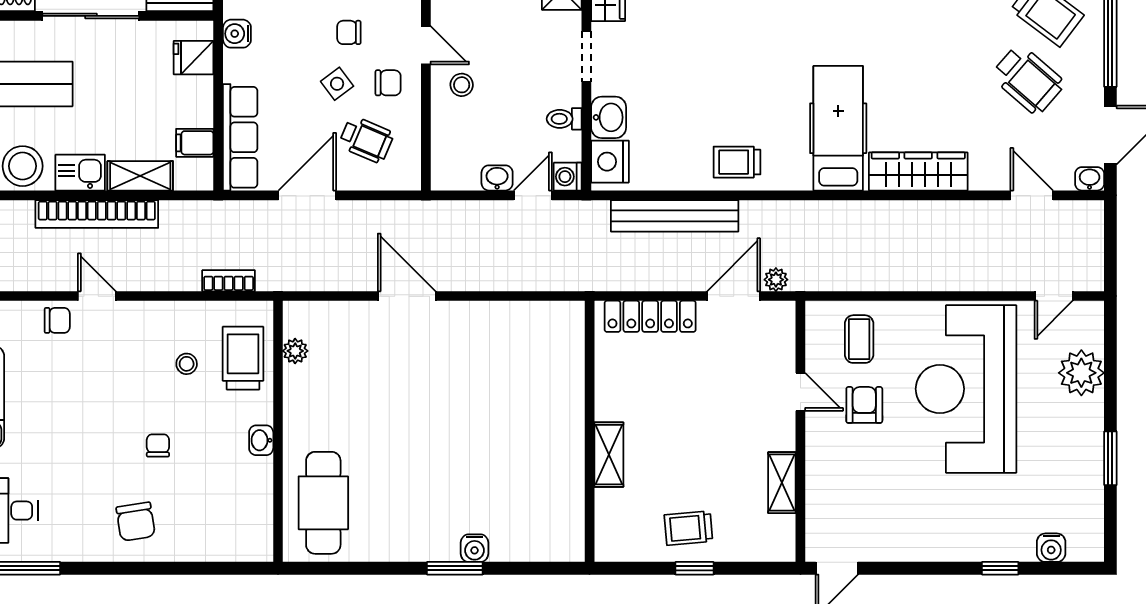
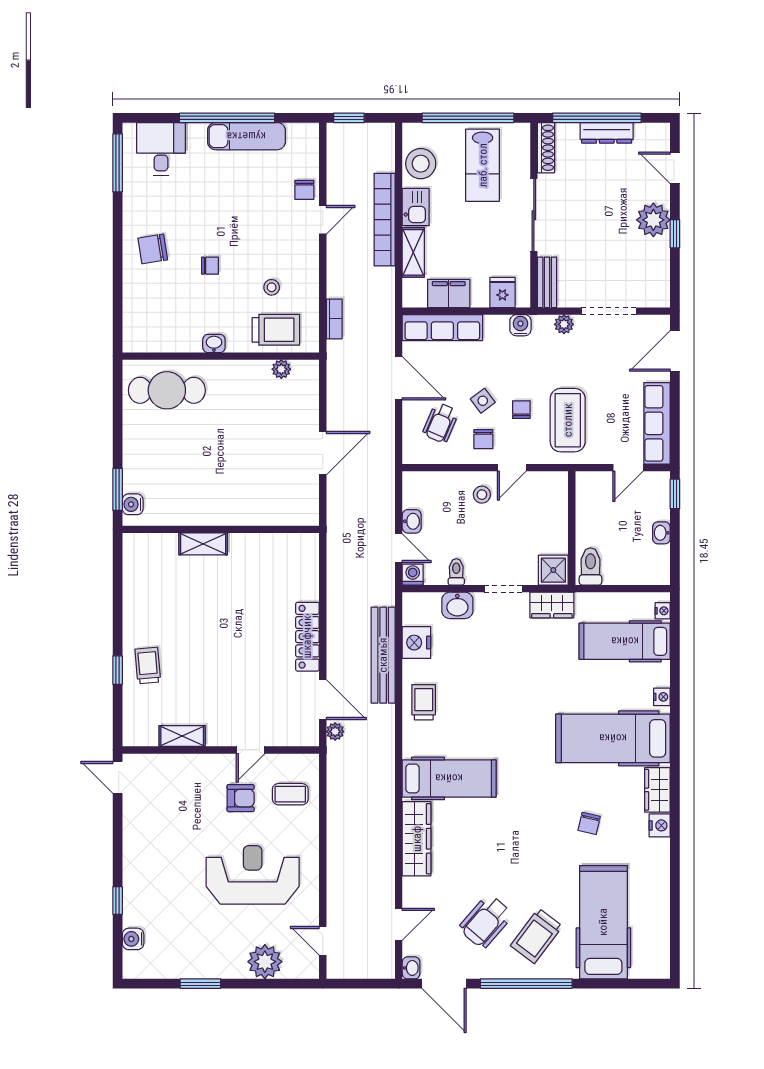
filing cabinet: (195, 143) -> (449, 293), width x2.00
nightstand: (610, 162) -> (416, 643), moved, turned -90
reception desk: (966, 389) -> (253, 875), width x0.74, depth x0.77
wall: (590, 431) -> (221, 529), moved
shelving: (609, 455) -> (203, 544), moved

